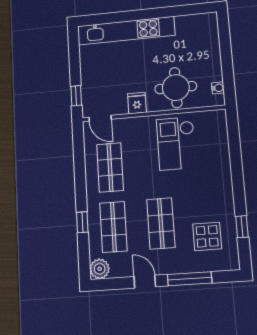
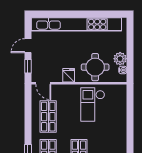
kitchen unit: (126, 31) -> (76, 24), width x1.36
door: (75, 66) -> (28, 46), added
plant: (212, 72) -> (120, 59), added

